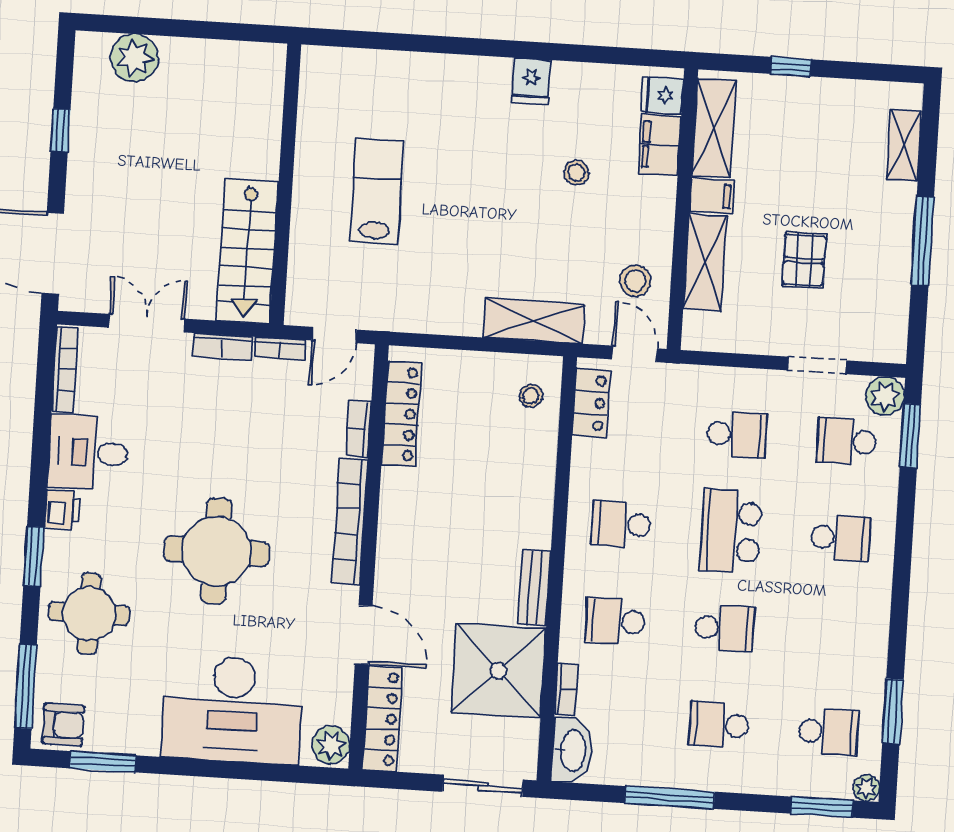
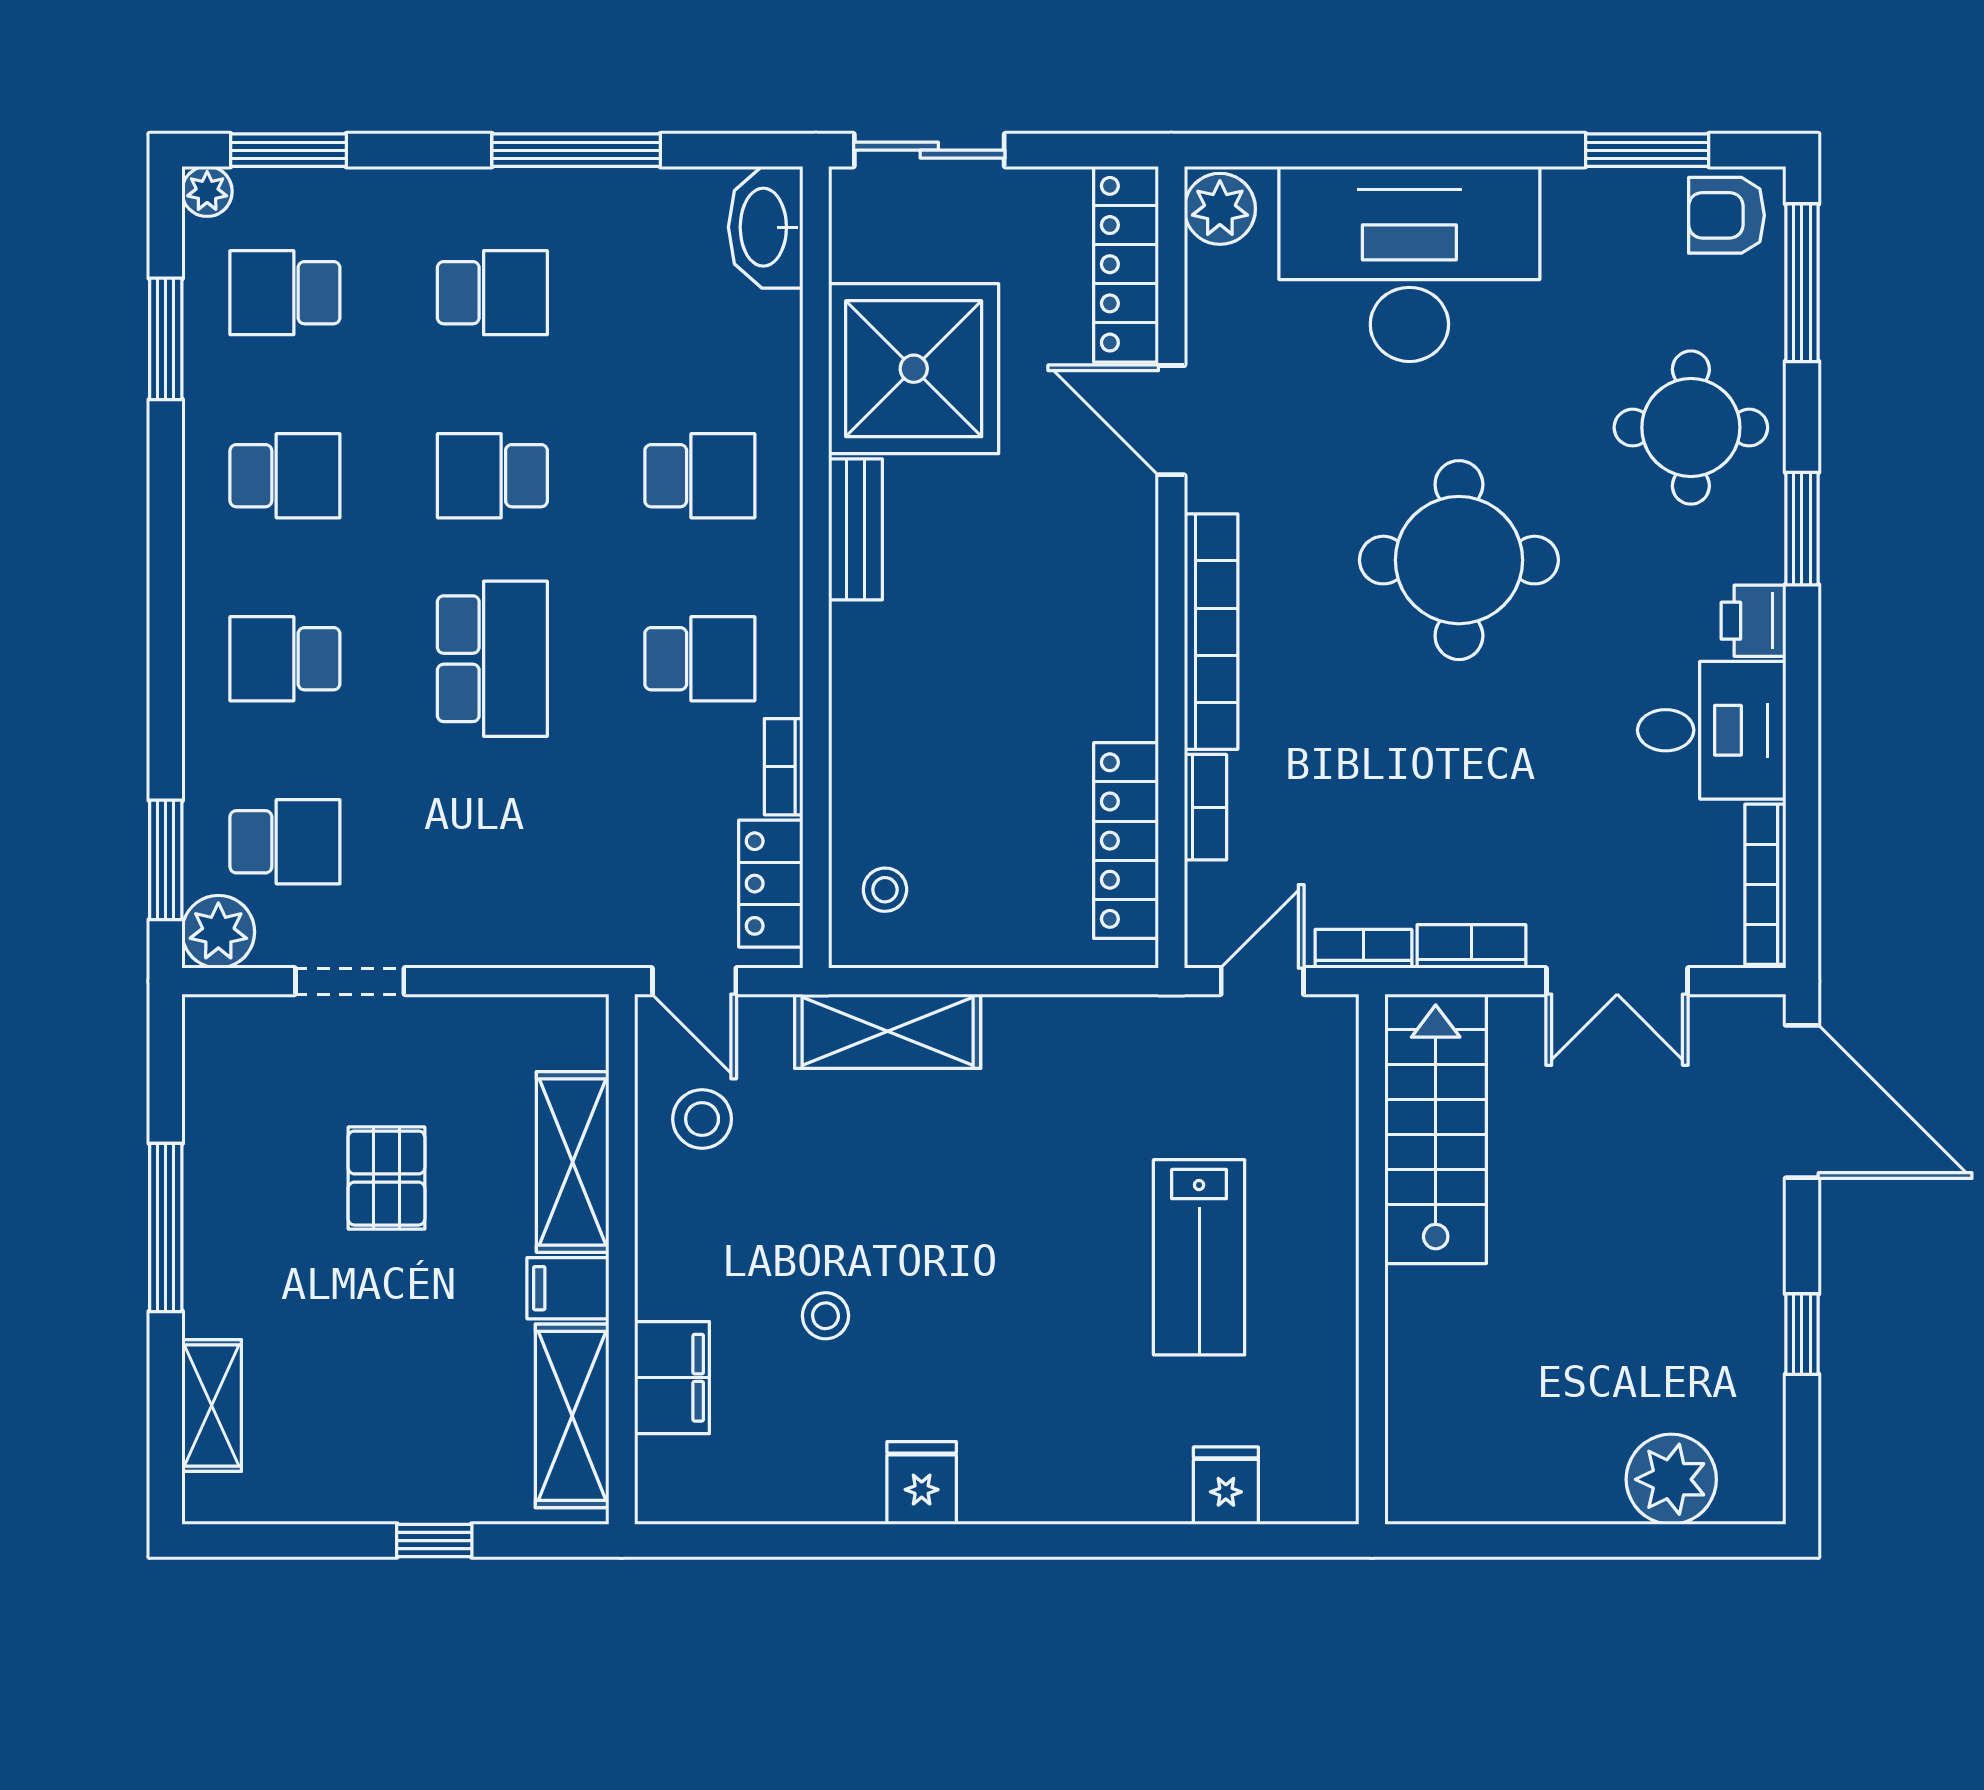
fridge: (662, 95) -> (1226, 1486), moved, turned -90
school desk: (737, 434) -> (285, 476), moved, turned 180
bookcase: (566, 689) -> (784, 767), moved

